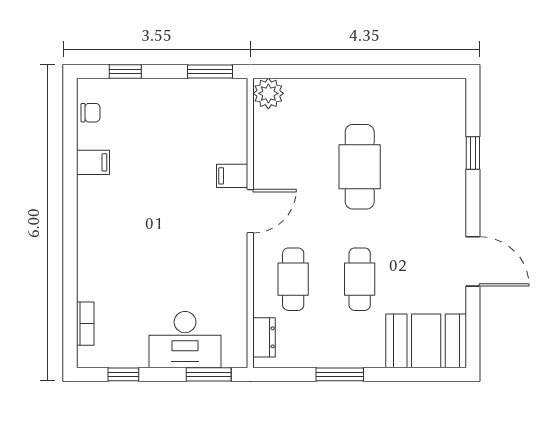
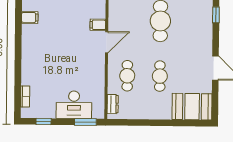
window: (340, 374) -> (150, 123), removed

